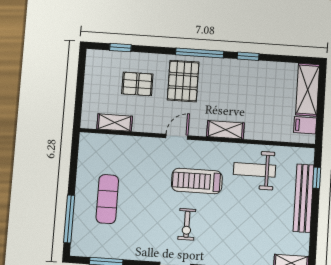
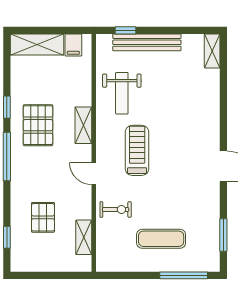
pallet: (183, 81) -> (38, 125), moved, turned 90
treadmill: (197, 181) -> (137, 150), turned 180
exercise bike: (187, 224) -> (116, 210), moved

